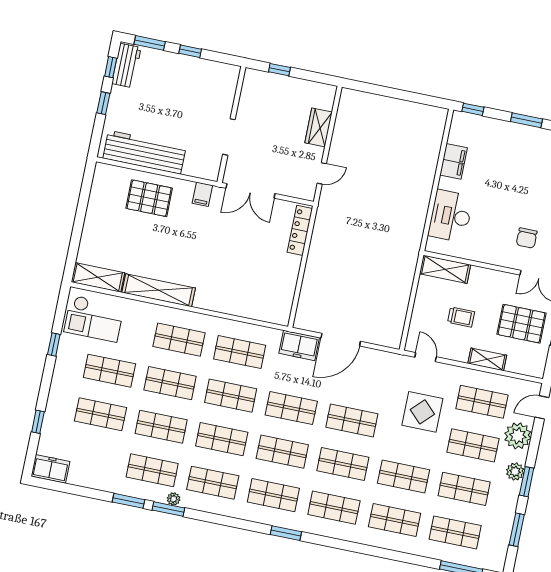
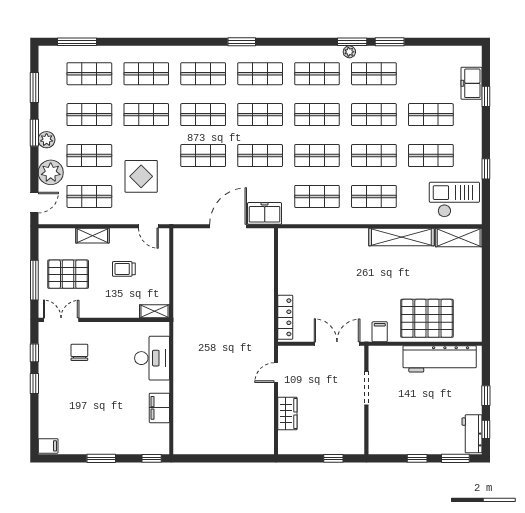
pallet: (149, 198) -> (427, 318), width x1.37, depth x1.41
shelving: (445, 269) -> (155, 311), width x0.67, depth x0.75
freezer: (50, 469) -> (471, 83), moved, turned 90

